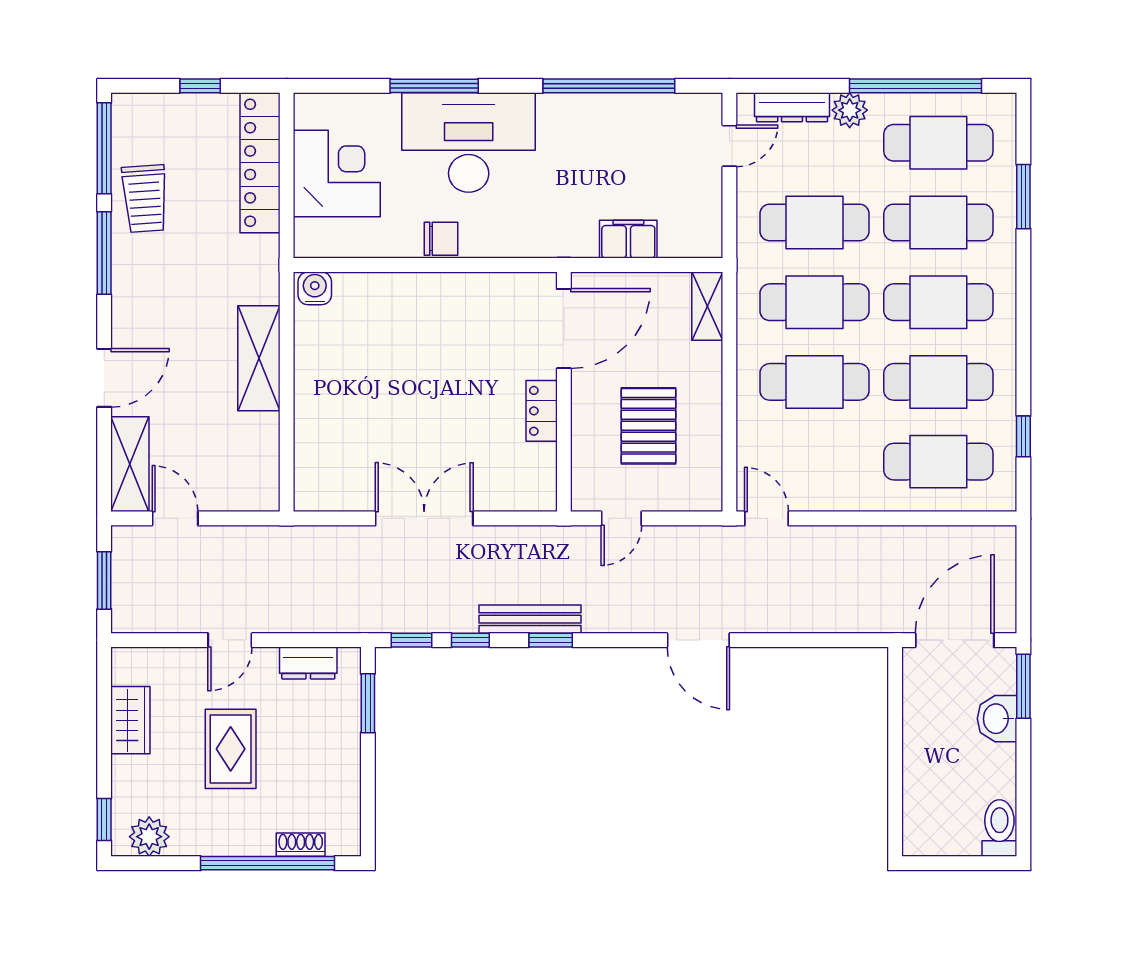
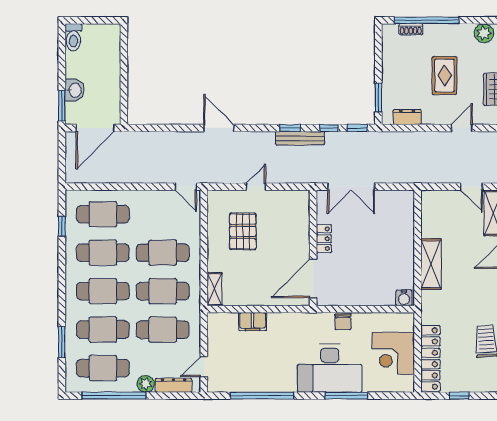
chair: (441, 239) -> (343, 322), turned -90
door: (564, 329) -> (313, 278), moved
wall: (564, 392) -> (313, 248), moved
locker: (542, 411) -> (324, 239), moved
door: (230, 640) -> (462, 128), moved

